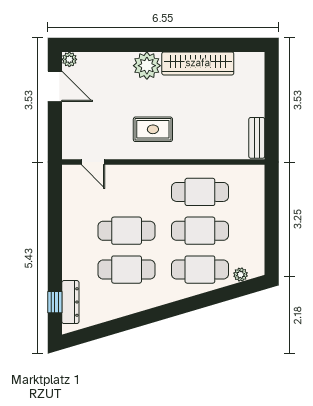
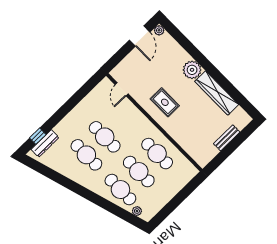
bench: (257, 138) -> (227, 138), moved

